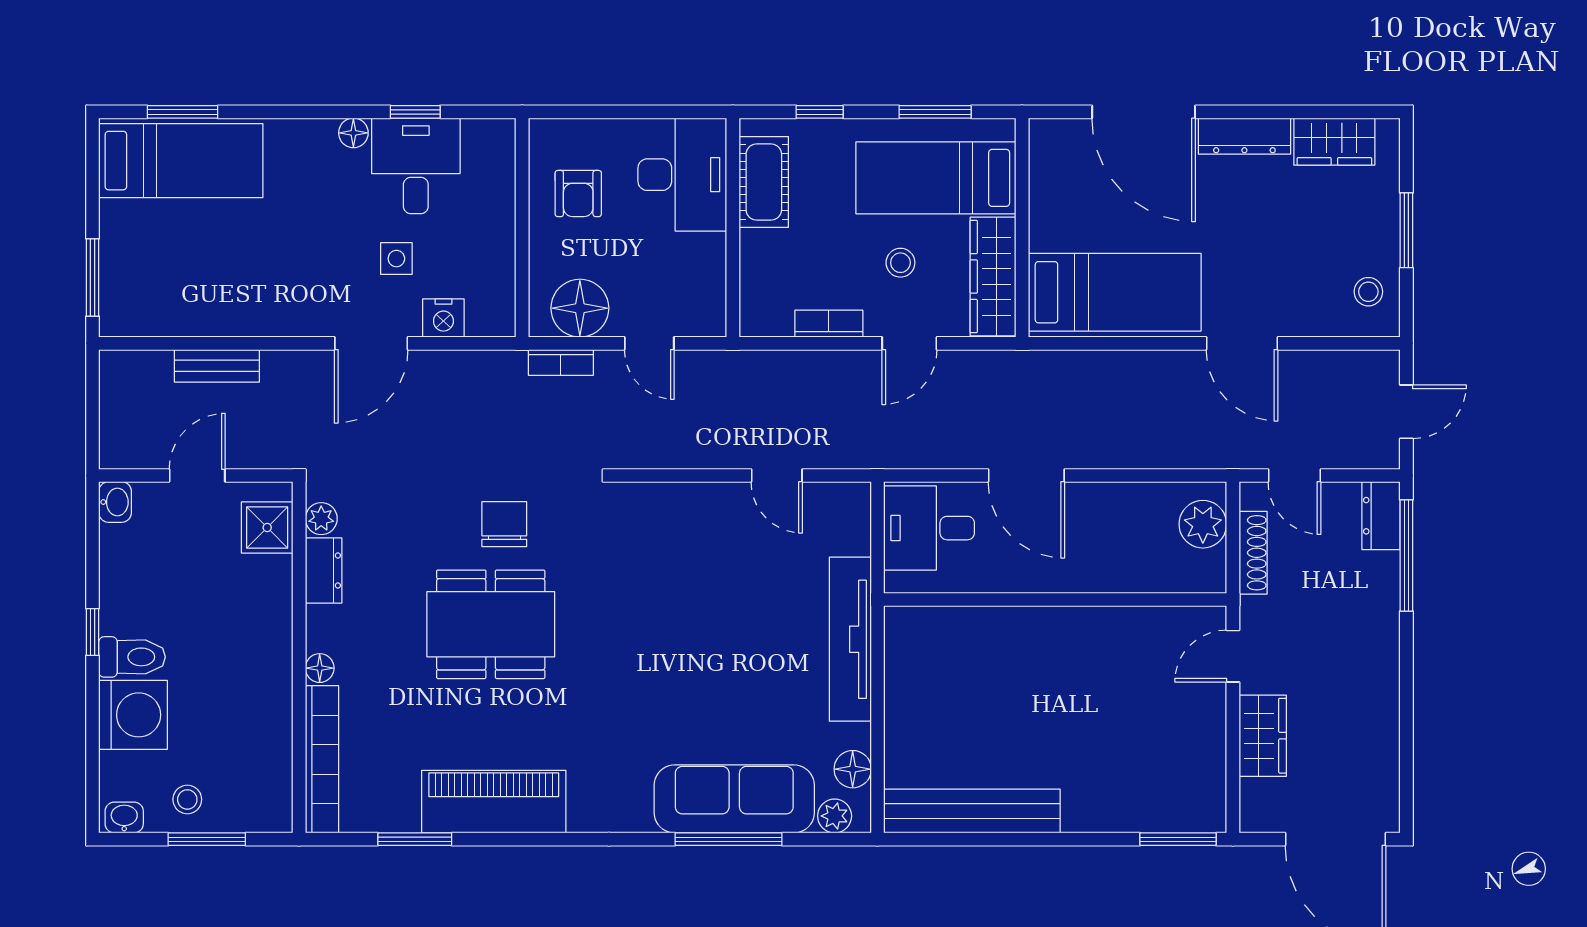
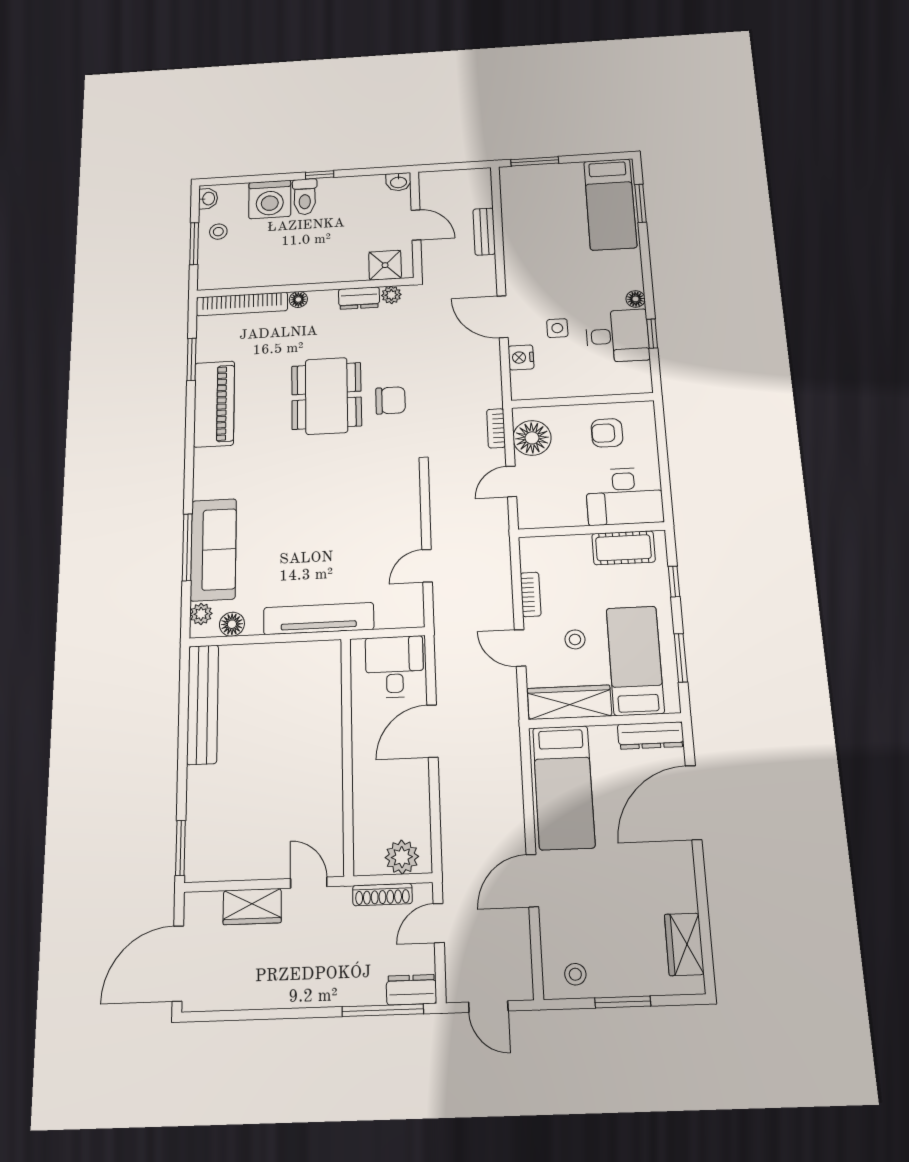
dresser: (1244, 136) -> (651, 735), moved, turned -90

